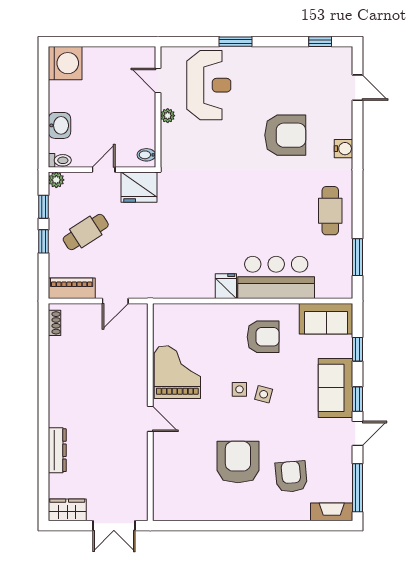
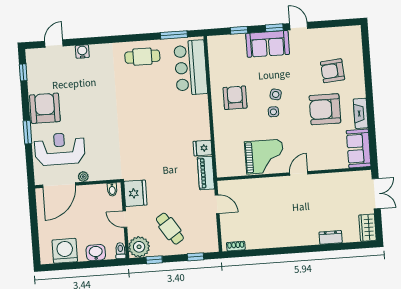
washing machine: (65, 63) -> (65, 251), moved
door: (158, 81) -> (59, 185), width x1.87
armchair: (285, 135) -> (45, 108), moved
water cooler: (344, 149) -> (82, 51), moved
plant: (56, 180) -> (139, 247), width x1.88, depth x1.88
window: (44, 241) -> (196, 257), moved
bar counter: (276, 277) -> (191, 68), moved
fridge: (226, 286) -> (203, 148), moved
piano: (72, 288) -> (206, 173), moved
sofa: (326, 319) -> (359, 148), moved, turned 180
grand piano: (177, 372) -> (264, 157), turned 180
dresser: (57, 450) -> (331, 237), width x0.70
window: (358, 488) -> (337, 23), removed
fireplace: (332, 512) -> (361, 113), moved

